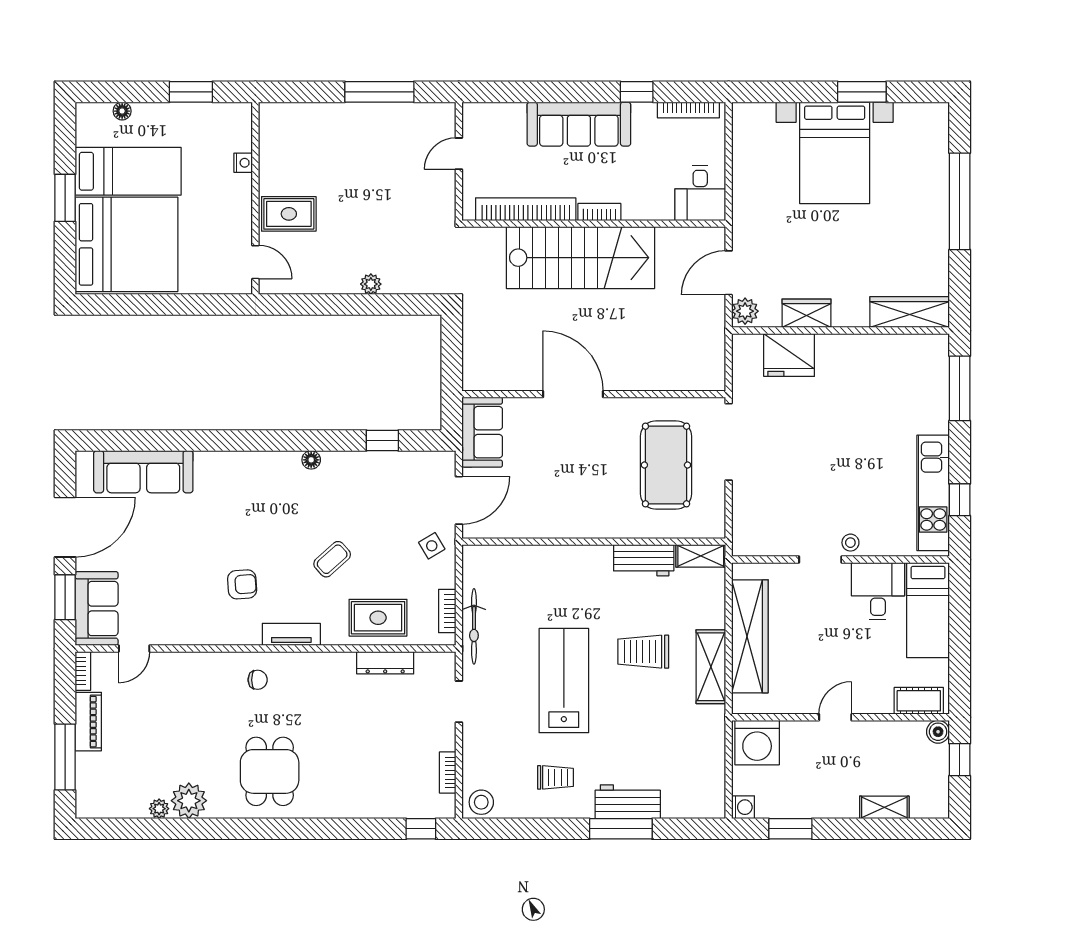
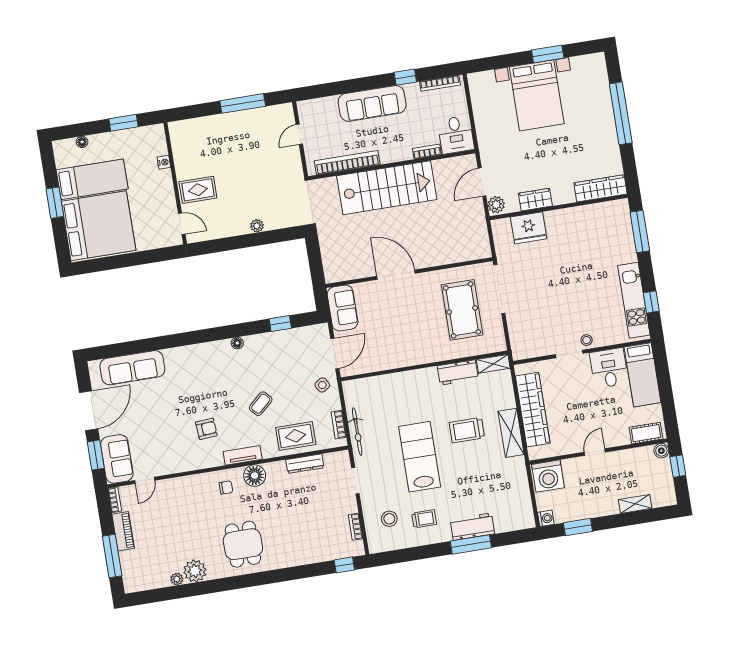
bookcase: (599, 212) -> (427, 152), moved
floor lamp: (305, 669) -> (255, 476), added
stool: (481, 802) -> (389, 519), moved

